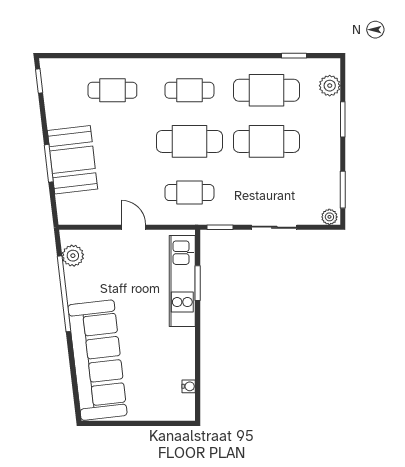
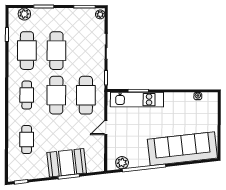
cafe table: (189, 193) -> (86, 95), width x1.37, depth x1.35

